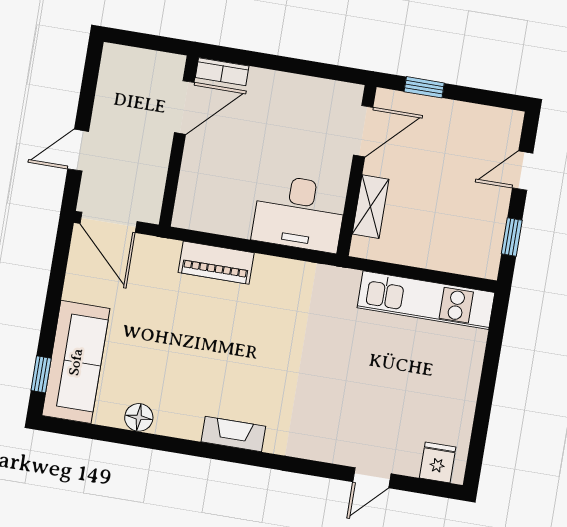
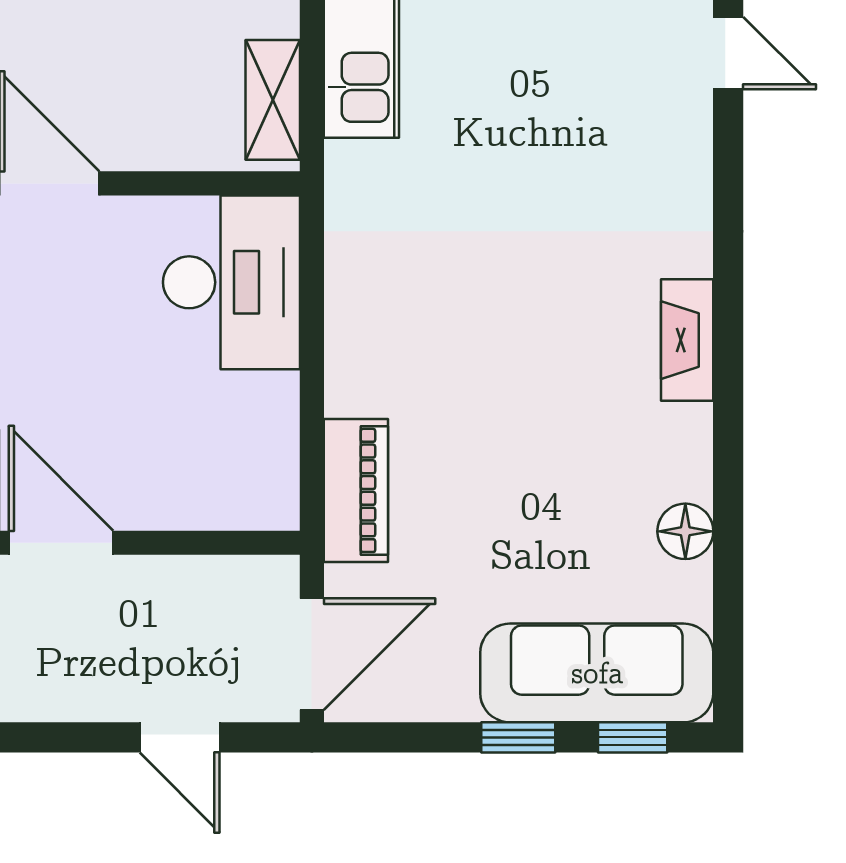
shelving: (371, 207) -> (273, 100), moved, turned 90
piano: (216, 263) -> (356, 490), moved
window: (50, 318) -> (518, 737), added

